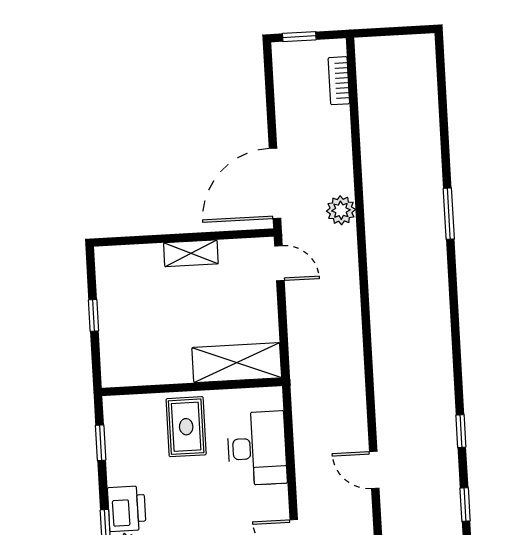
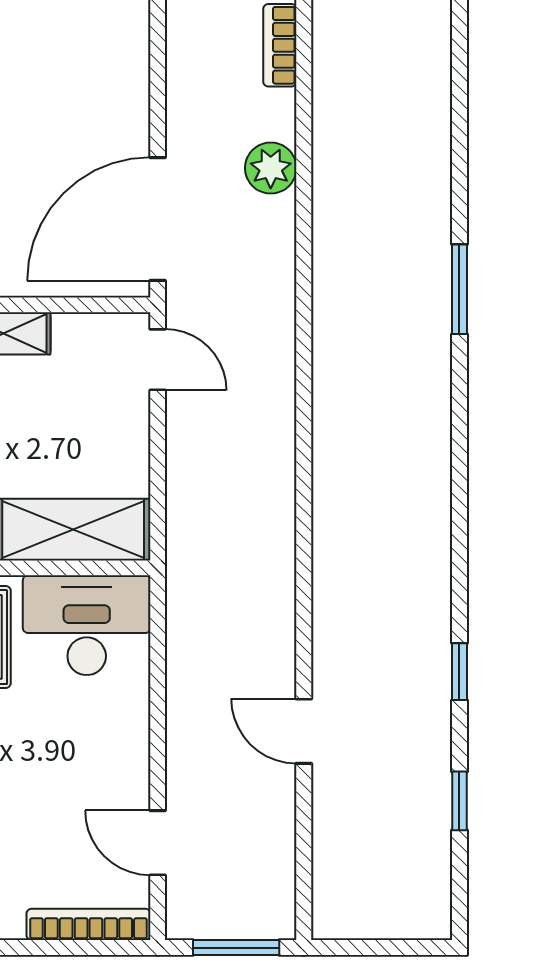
plant: (341, 210) -> (271, 168), moved
desk: (257, 448) -> (87, 625), moved, turned -90

